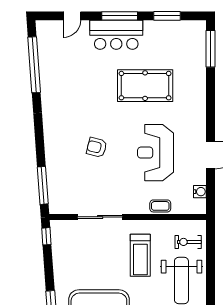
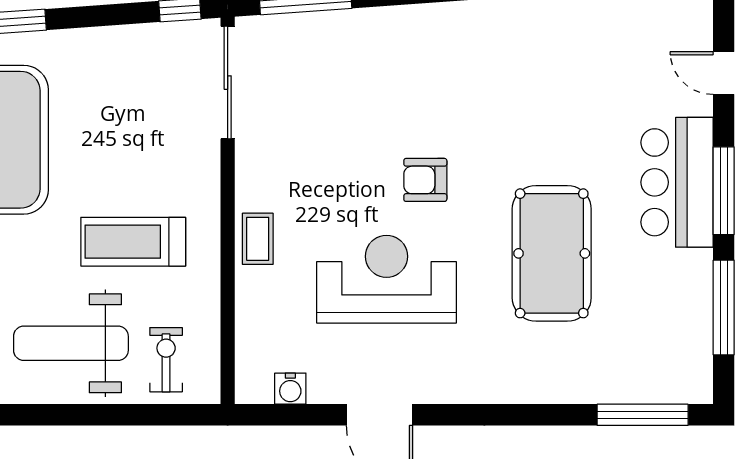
window: (167, 16) -> (724, 307), width x1.44
armchair: (97, 147) -> (425, 180), moved, turned -104
coffee table: (160, 206) -> (258, 239), moved
sliding door: (100, 217) -> (228, 83), moved

